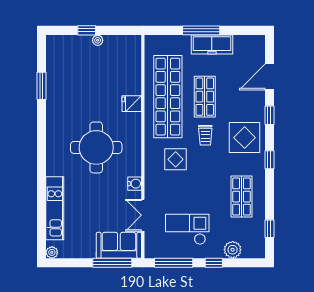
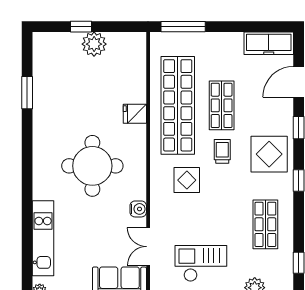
window: (201, 30) -> (183, 27), moved
plant: (98, 40) -> (94, 44), width x1.87, depth x1.87
freezer: (212, 44) -> (269, 43), moved
trolley: (205, 135) -> (222, 151), turned 180

